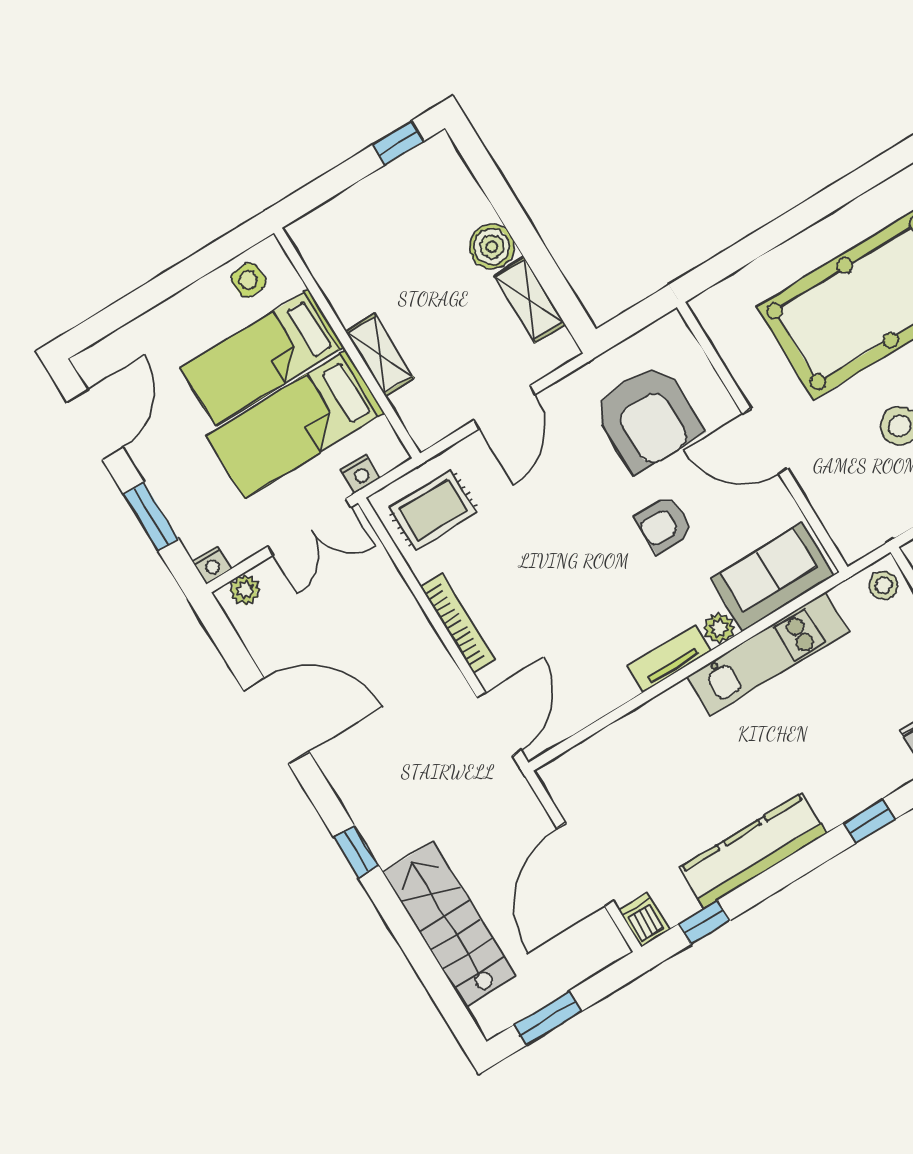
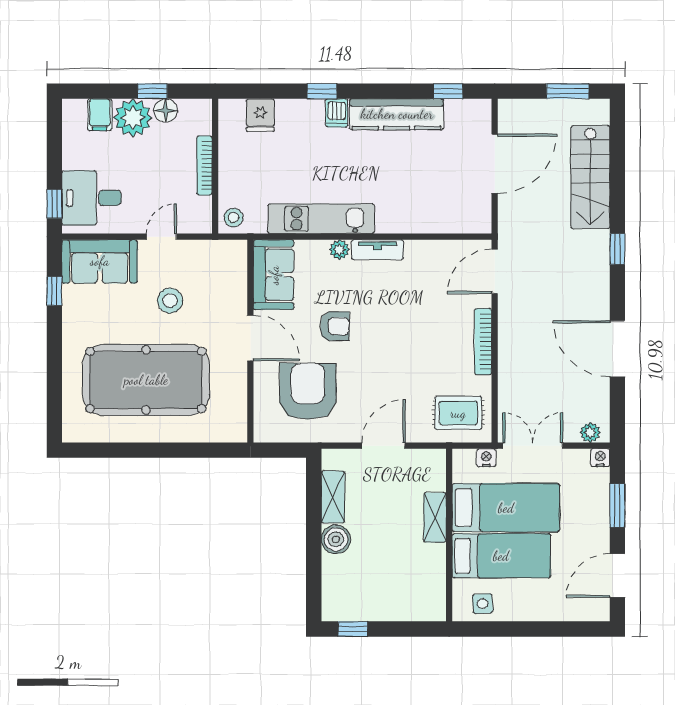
sofa: (772, 577) -> (274, 275), moved, turned -90
dishwasher: (644, 920) -> (337, 113), moved

